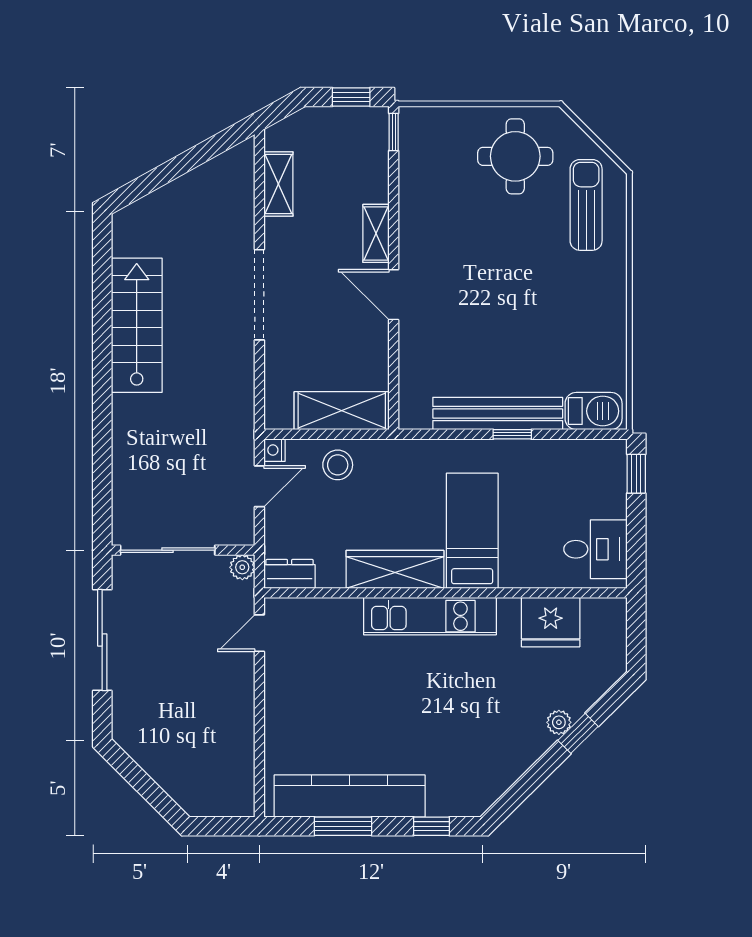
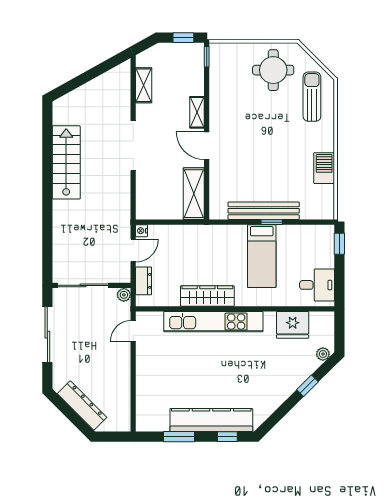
shelving: (342, 411) -> (194, 194), moved, turned 90
barbecue: (594, 411) -> (324, 168), moved, turned -90
stool: (338, 465) -> (176, 239), removed
bed: (472, 531) -> (262, 256), moved, turned 180
dresser: (290, 574) -> (144, 281), moved, turned 90
kitchen unit: (430, 616) -> (213, 322), width x1.36
plant: (559, 722) -> (323, 354), moved
dresser: (166, 770) -> (82, 406), added
kitchen counter: (350, 796) -> (211, 420), moved

